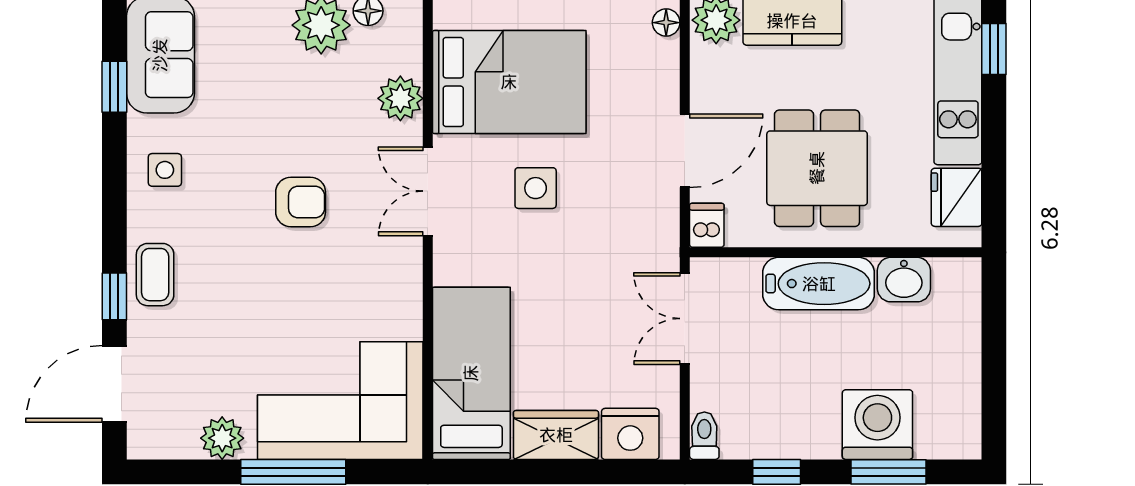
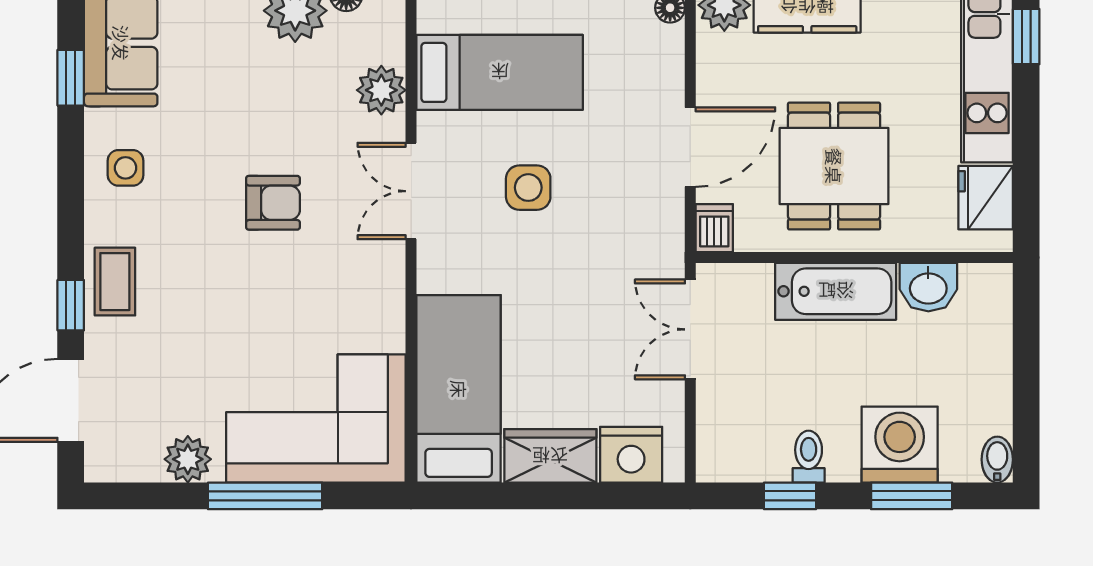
bed: (509, 82) -> (500, 72), width x0.67
toilet: (704, 436) -> (809, 457), moved
bidet: (967, 438) -> (997, 460), added

